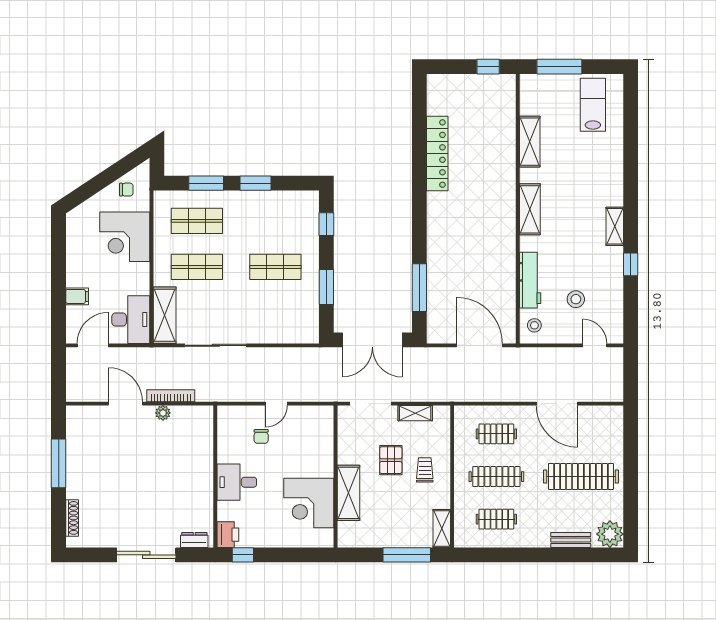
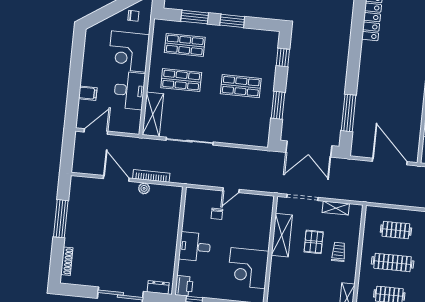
desk: (131, 320) -> (129, 90), moved
shelving: (348, 493) -> (282, 235), moved

